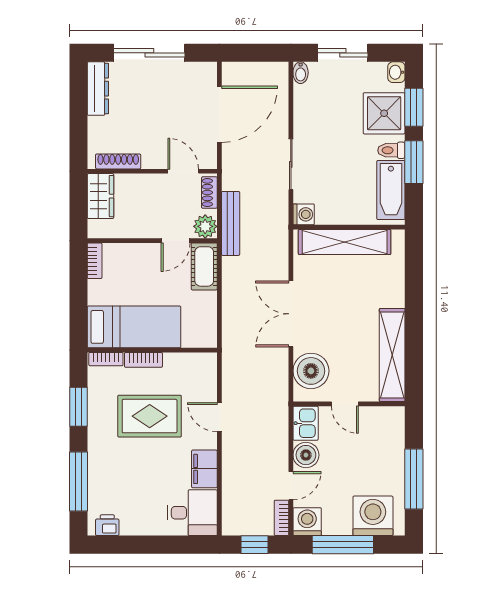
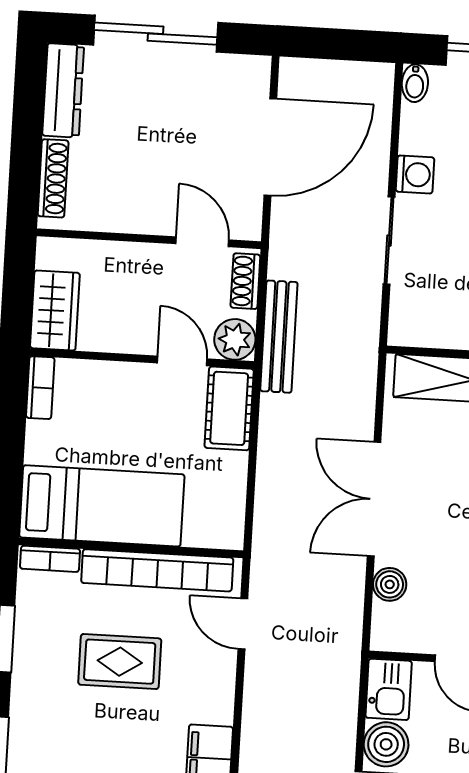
shoe rack: (118, 161) -> (53, 178), moved, turned 90
wardrobe: (100, 196) -> (55, 310), moved
washing machine: (304, 214) -> (415, 175), moved
door: (176, 241) -> (182, 361), swing flipped
bookcase: (143, 360) -> (157, 570), width x2.31, depth x1.31
boiler: (311, 371) -> (390, 584), width x0.54, depth x0.54
rug: (150, 416) -> (120, 662), width x0.73, depth x0.70
door: (219, 417) -> (243, 624), moved

